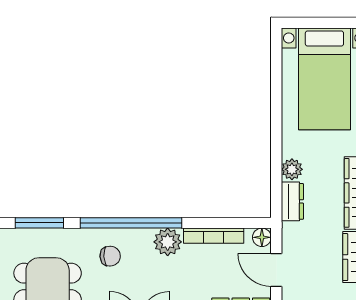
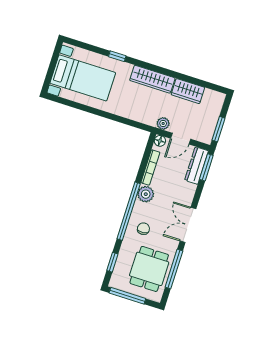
plant: (292, 169) -> (163, 123), moved
dresser: (292, 201) -> (145, 118), removed
window: (39, 223) -> (112, 262), width x0.67

